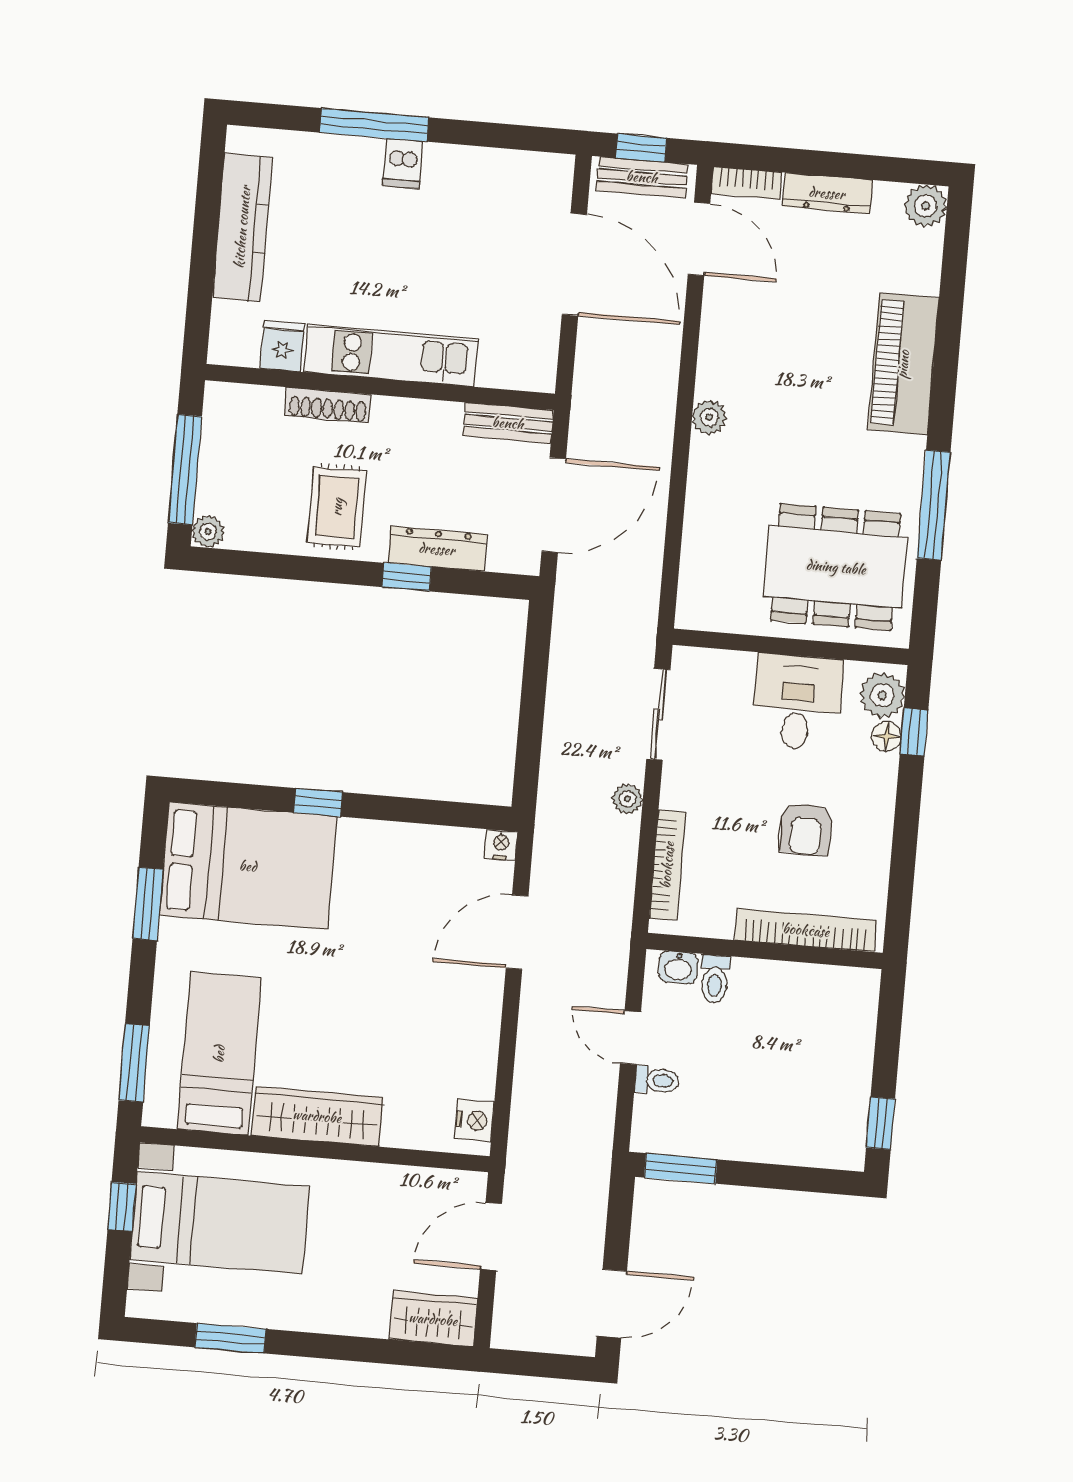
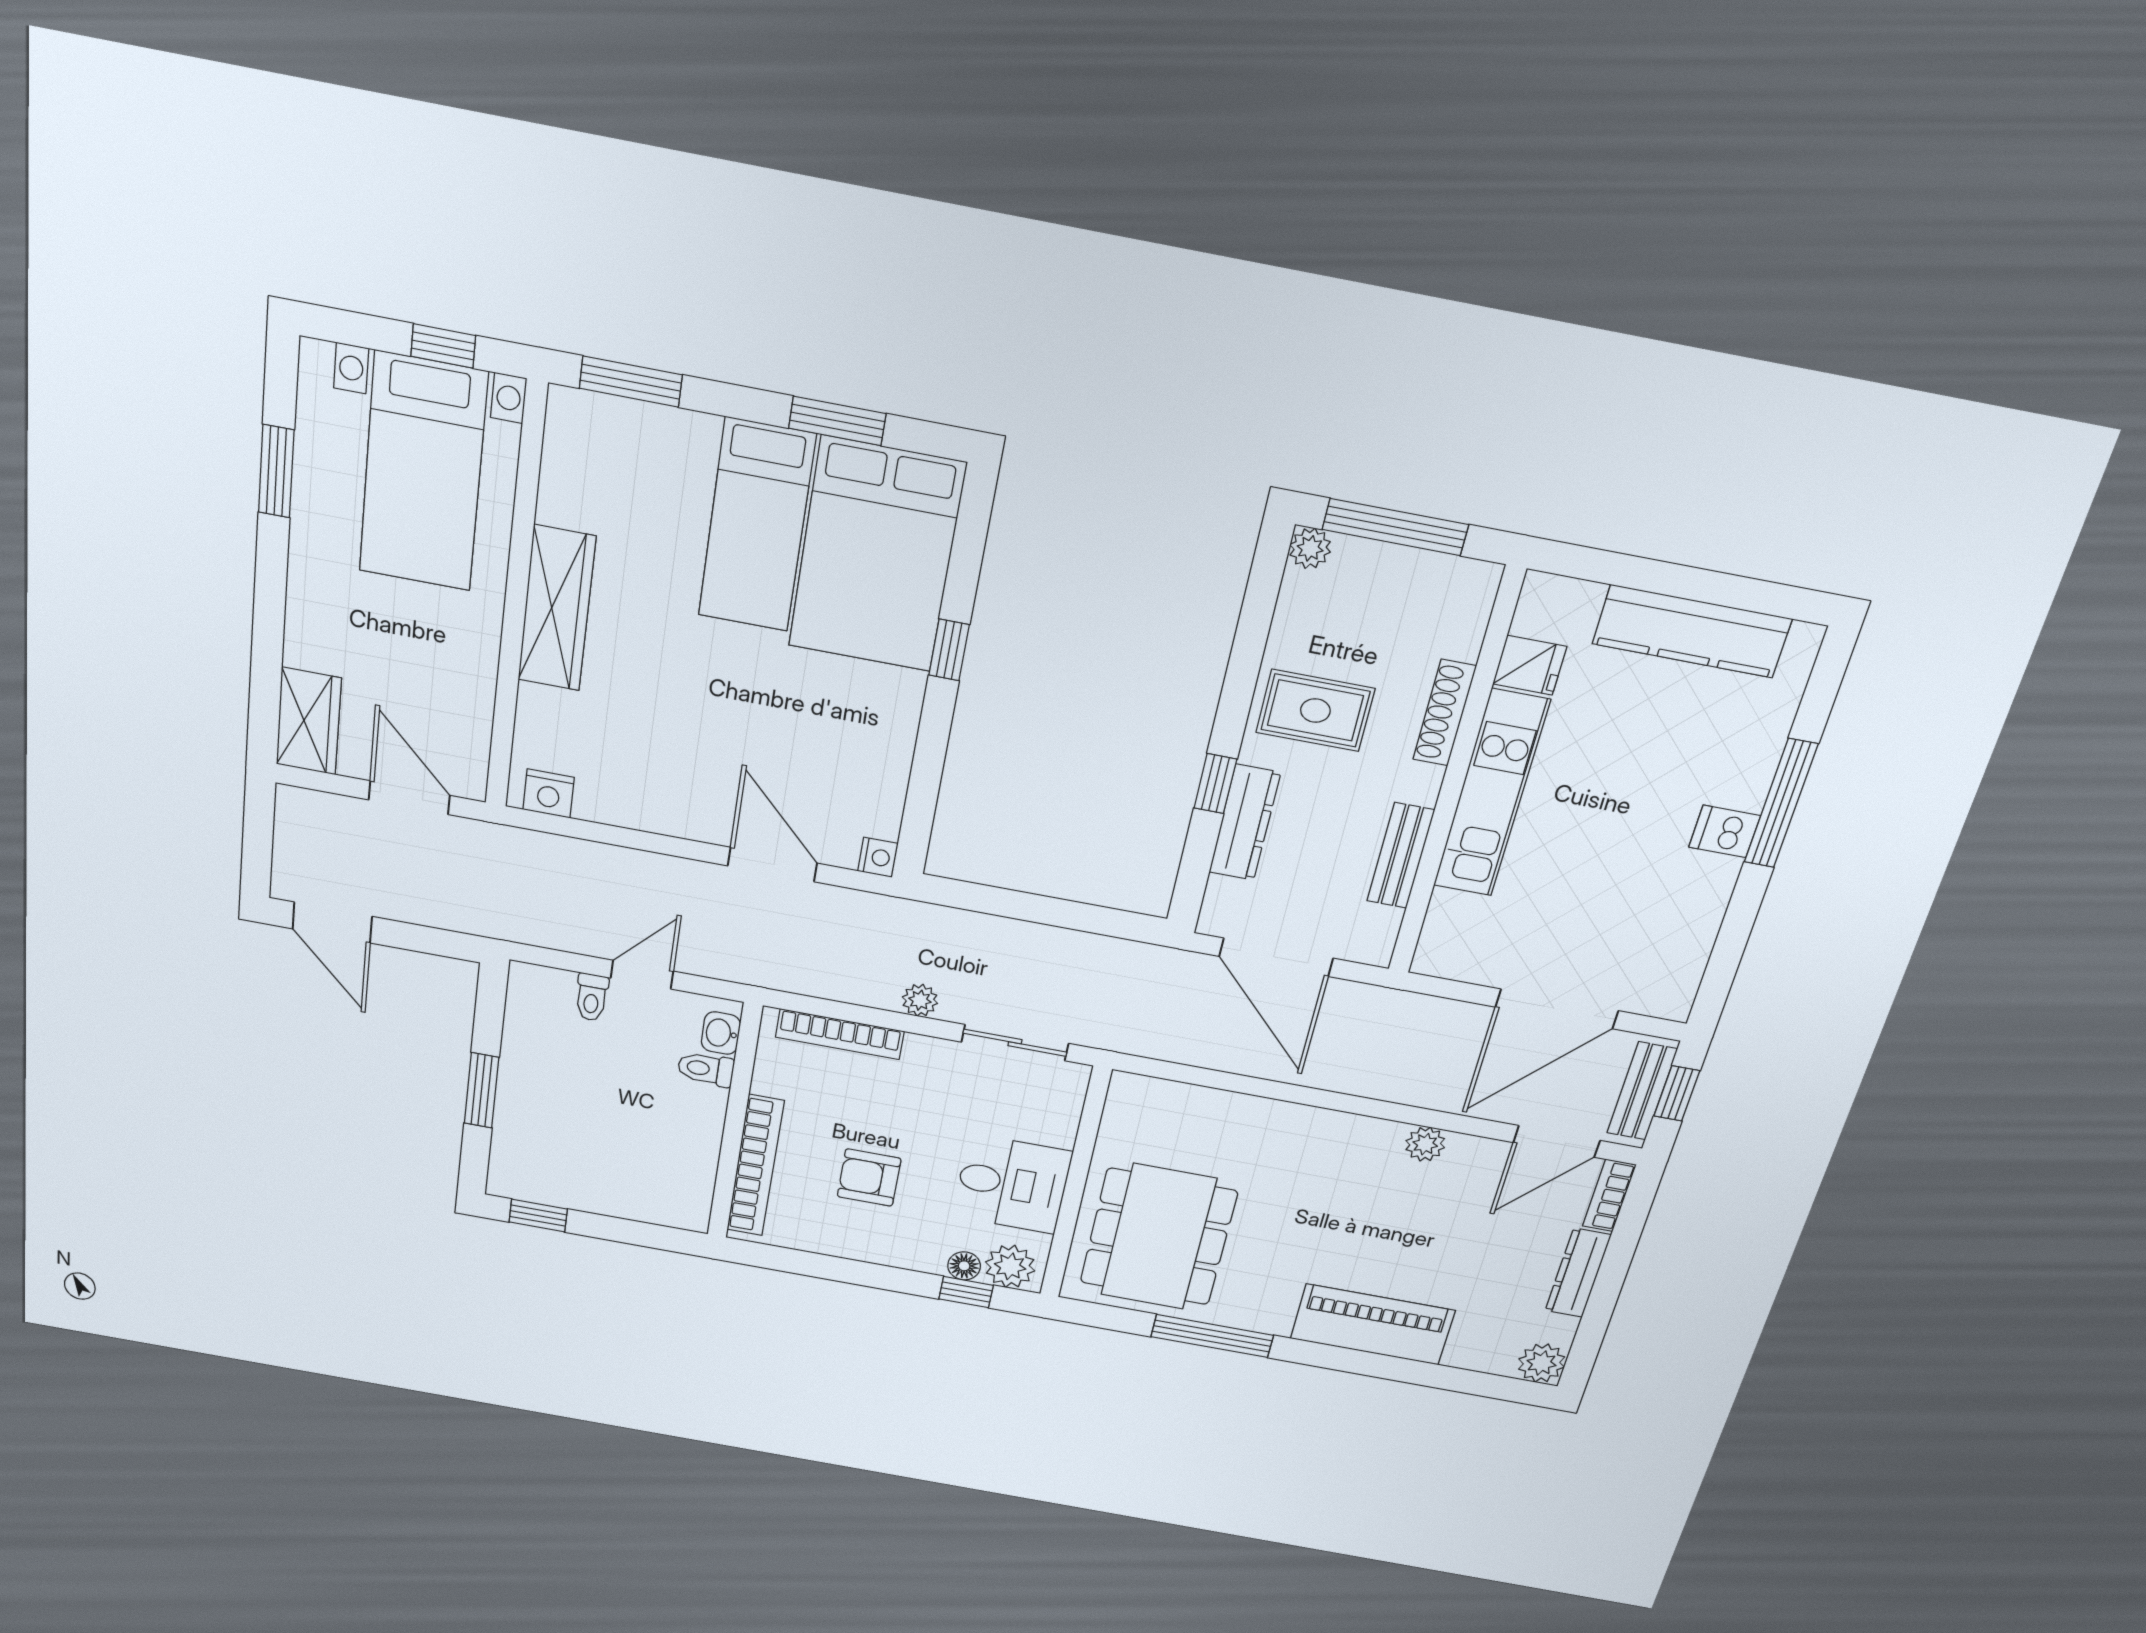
plant: (709, 417) -> (1425, 1144), moved
bench: (508, 423) -> (1401, 856), moved
bed: (219, 1054) -> (757, 526), moved, turned 90
window: (681, 1168) -> (482, 1090), moved

